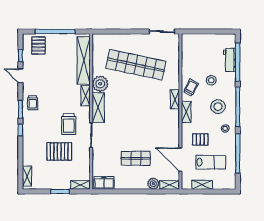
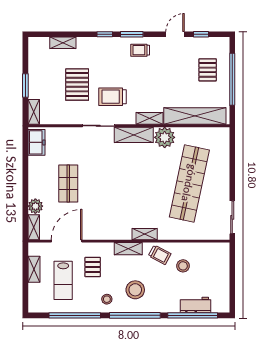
pallet: (38, 45) -> (208, 70), moved, turned 90
stool: (211, 80) -> (183, 266), moved
shelving: (27, 176) -> (63, 43), moved

